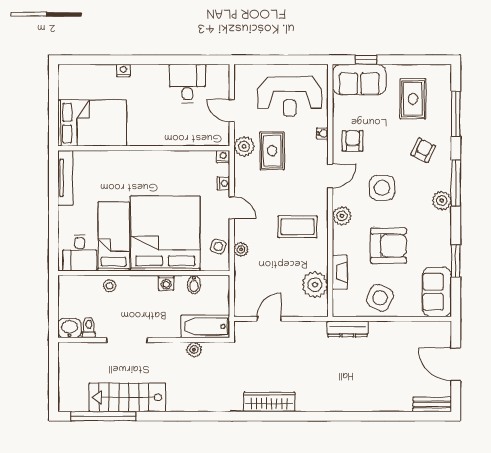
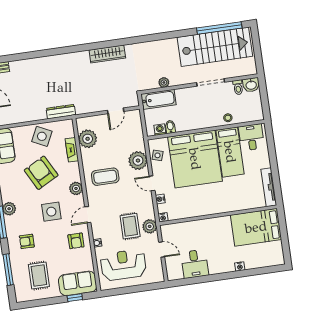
armchair: (423, 150) -> (27, 241), turned 64
armchair: (389, 246) -> (41, 173), turned 62
plant: (241, 249) -> (138, 161), width x1.88, depth x1.88
washing machine: (166, 283) -> (160, 130), moved
stairs: (127, 397) -> (215, 47), width x1.36, depth x1.51

